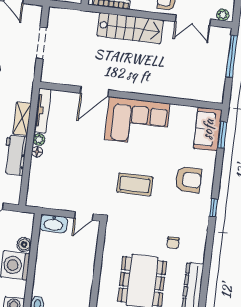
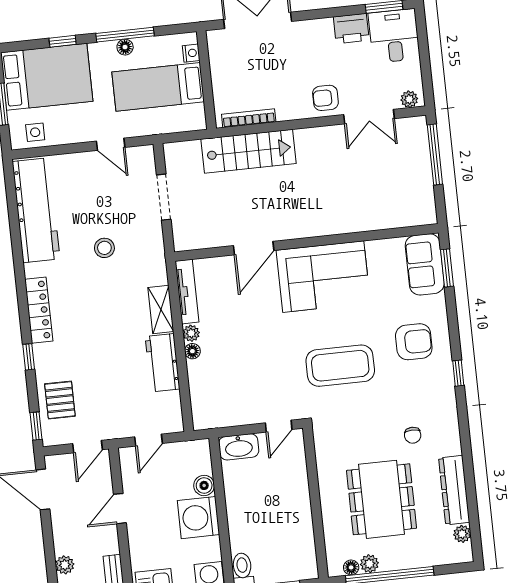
stairs: (130, 28) -> (248, 151), moved
coffee table: (135, 184) -> (340, 366), width x1.36, depth x1.32

